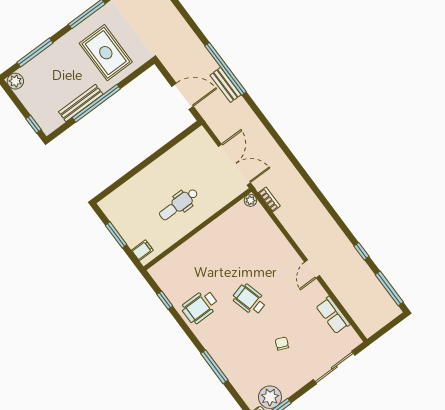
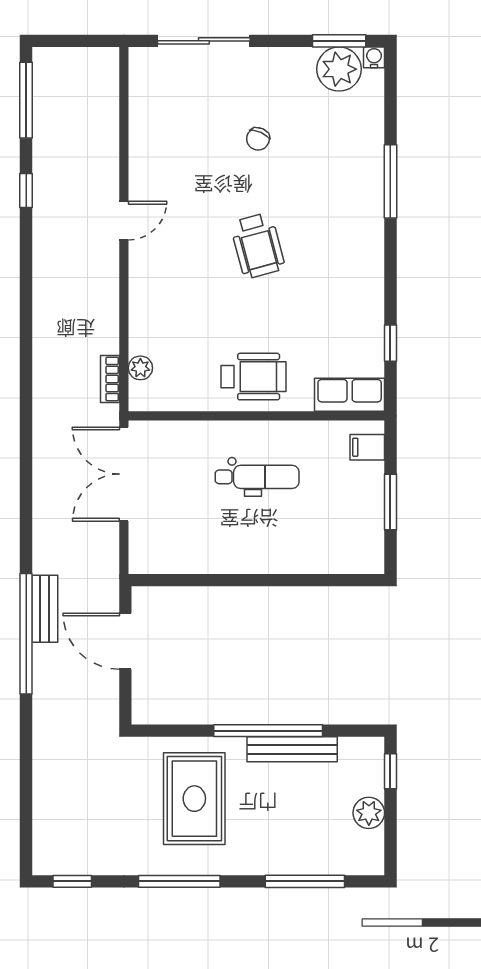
plant: (15, 81) -> (369, 813), moved
plant: (250, 200) -> (140, 368), moved
wheelchair: (200, 307) -> (253, 377), moved
row of seats: (333, 315) -> (350, 395), moved, turned -90

